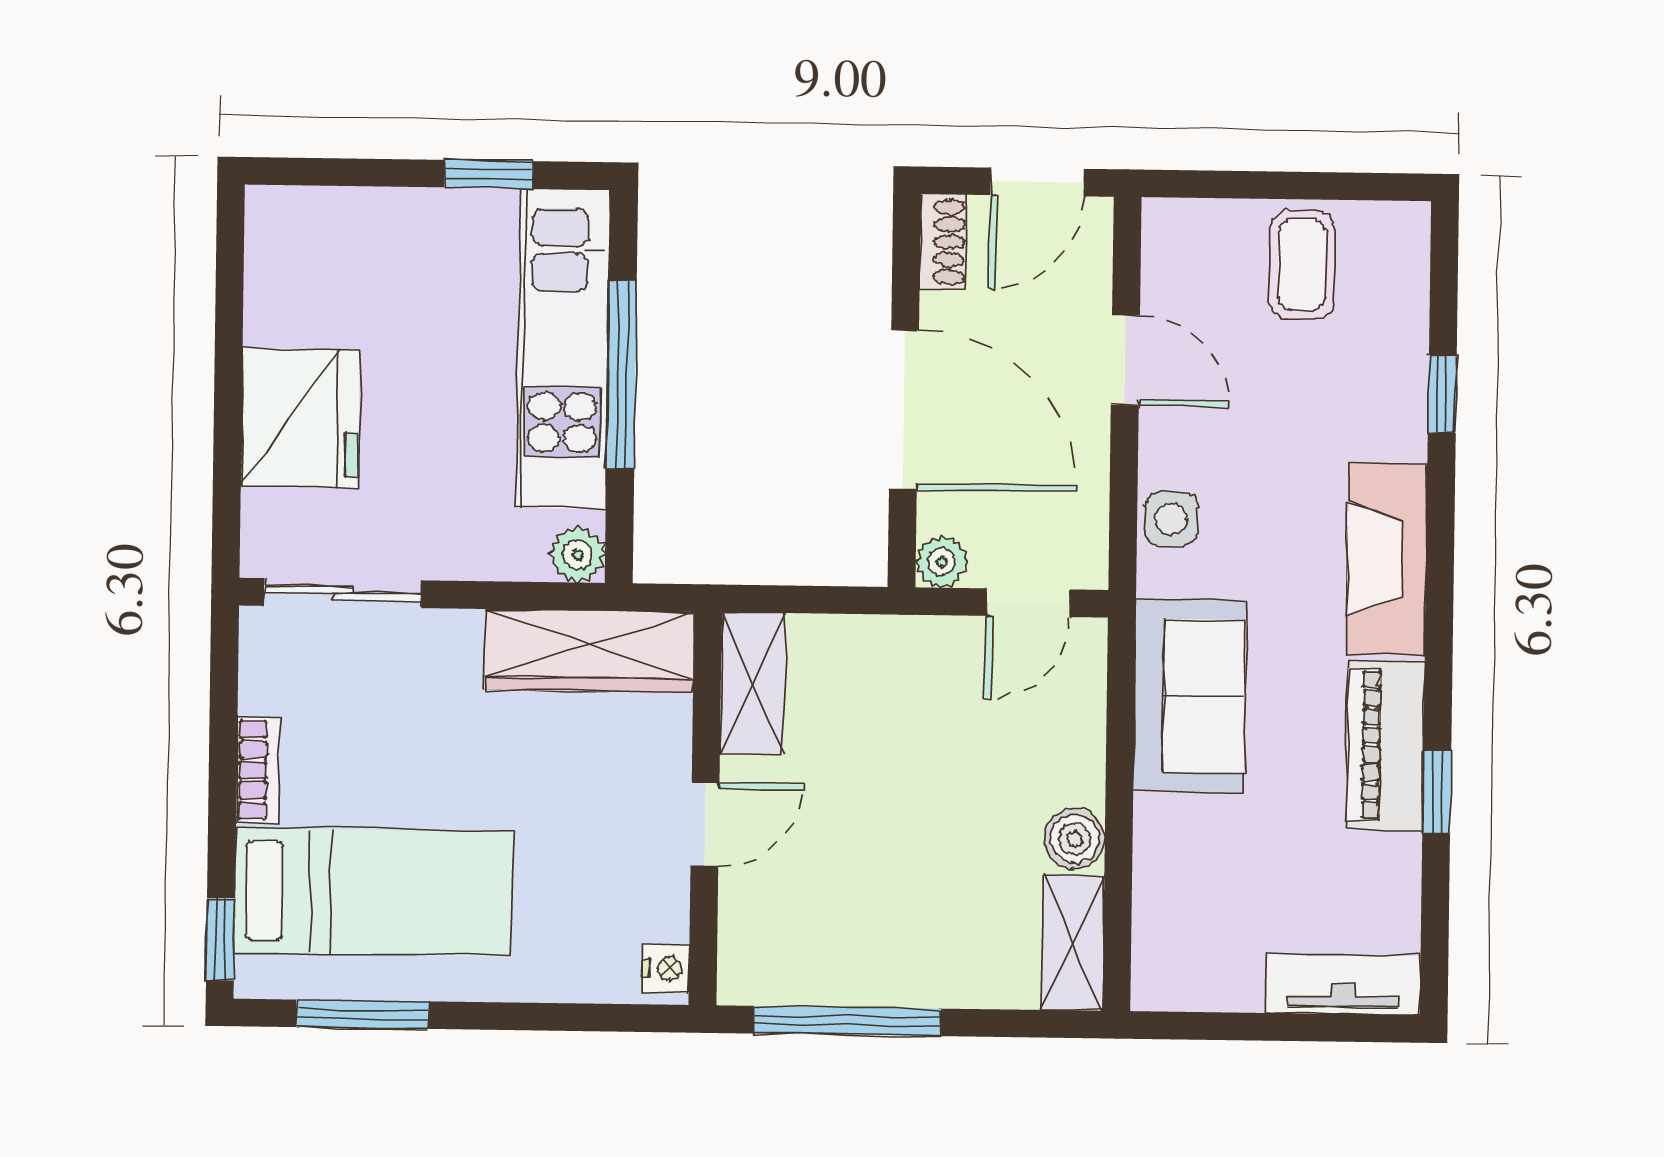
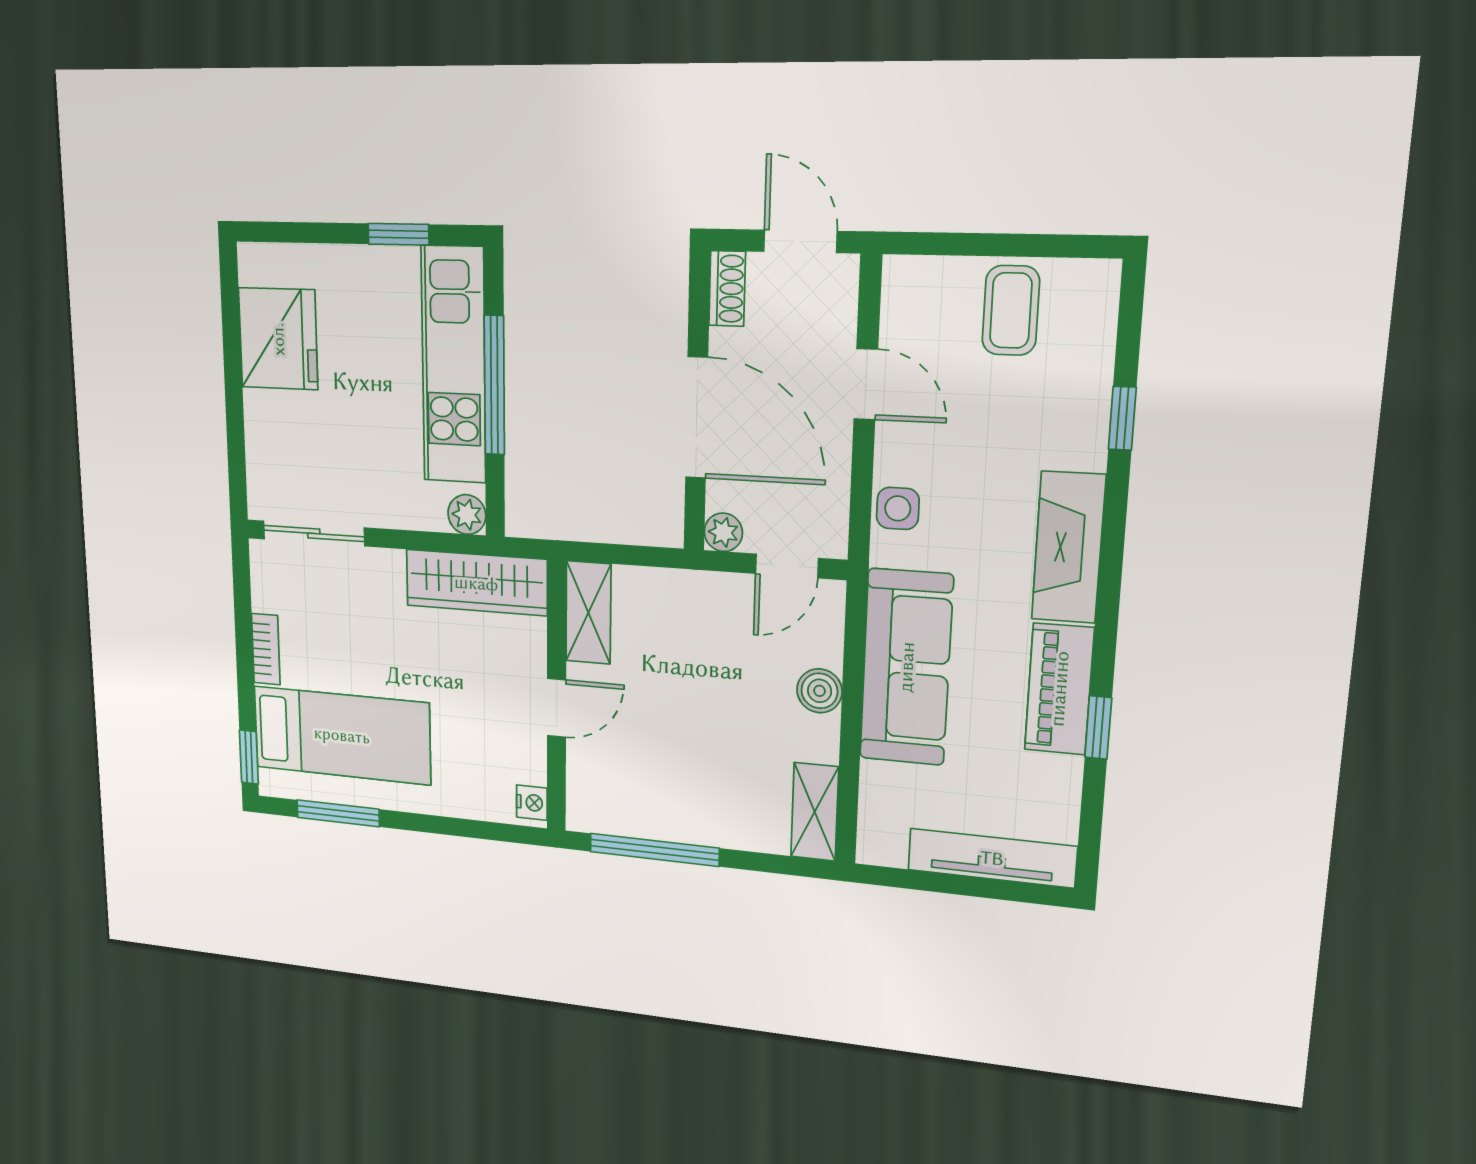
door: (1037, 182) -> (800, 241), swing flipped
fridge: (300, 418) -> (278, 339), moved
sofa: (1190, 696) -> (906, 667), width x1.36
boiler: (1075, 839) -> (820, 691), moved
tv unit: (1343, 985) -> (992, 858), width x1.41

